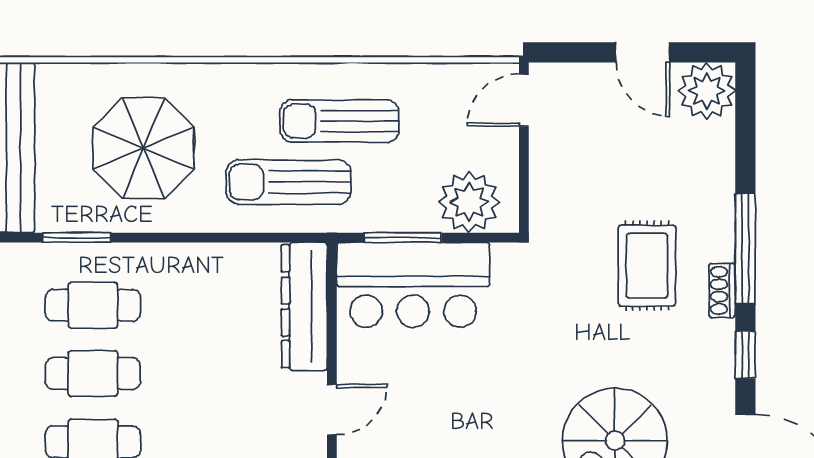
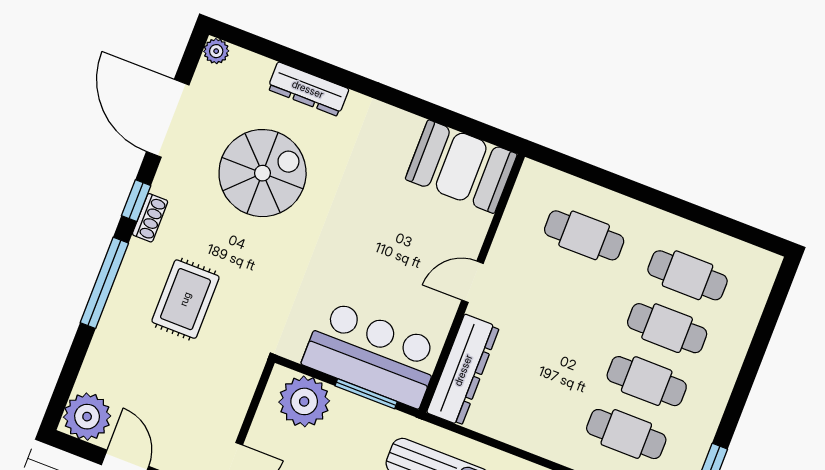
shoe rack: (722, 290) -> (150, 218), moved

